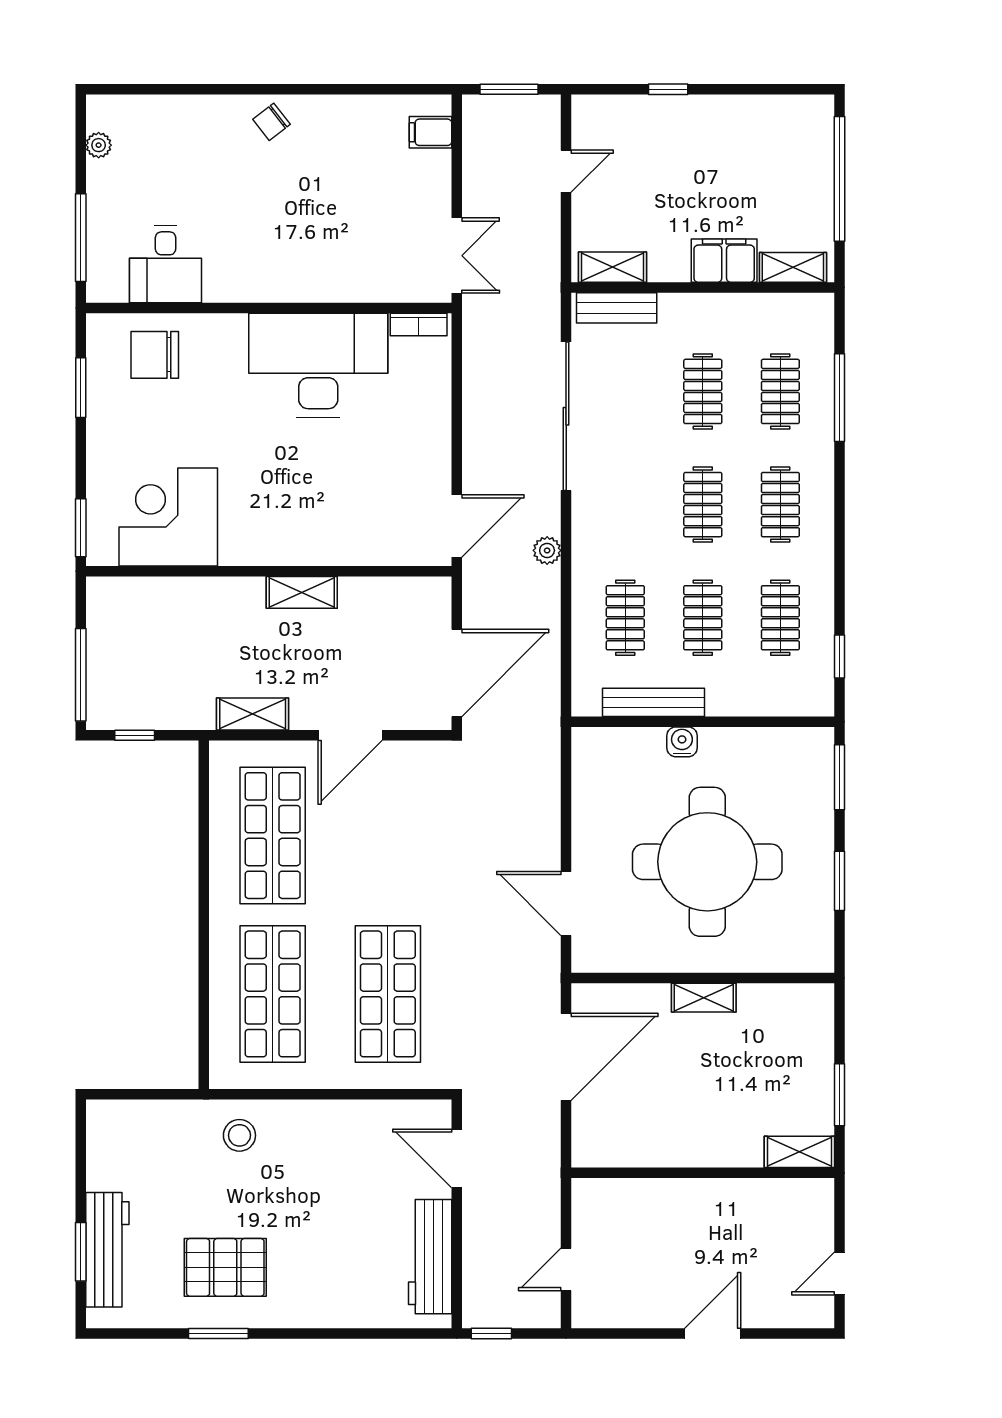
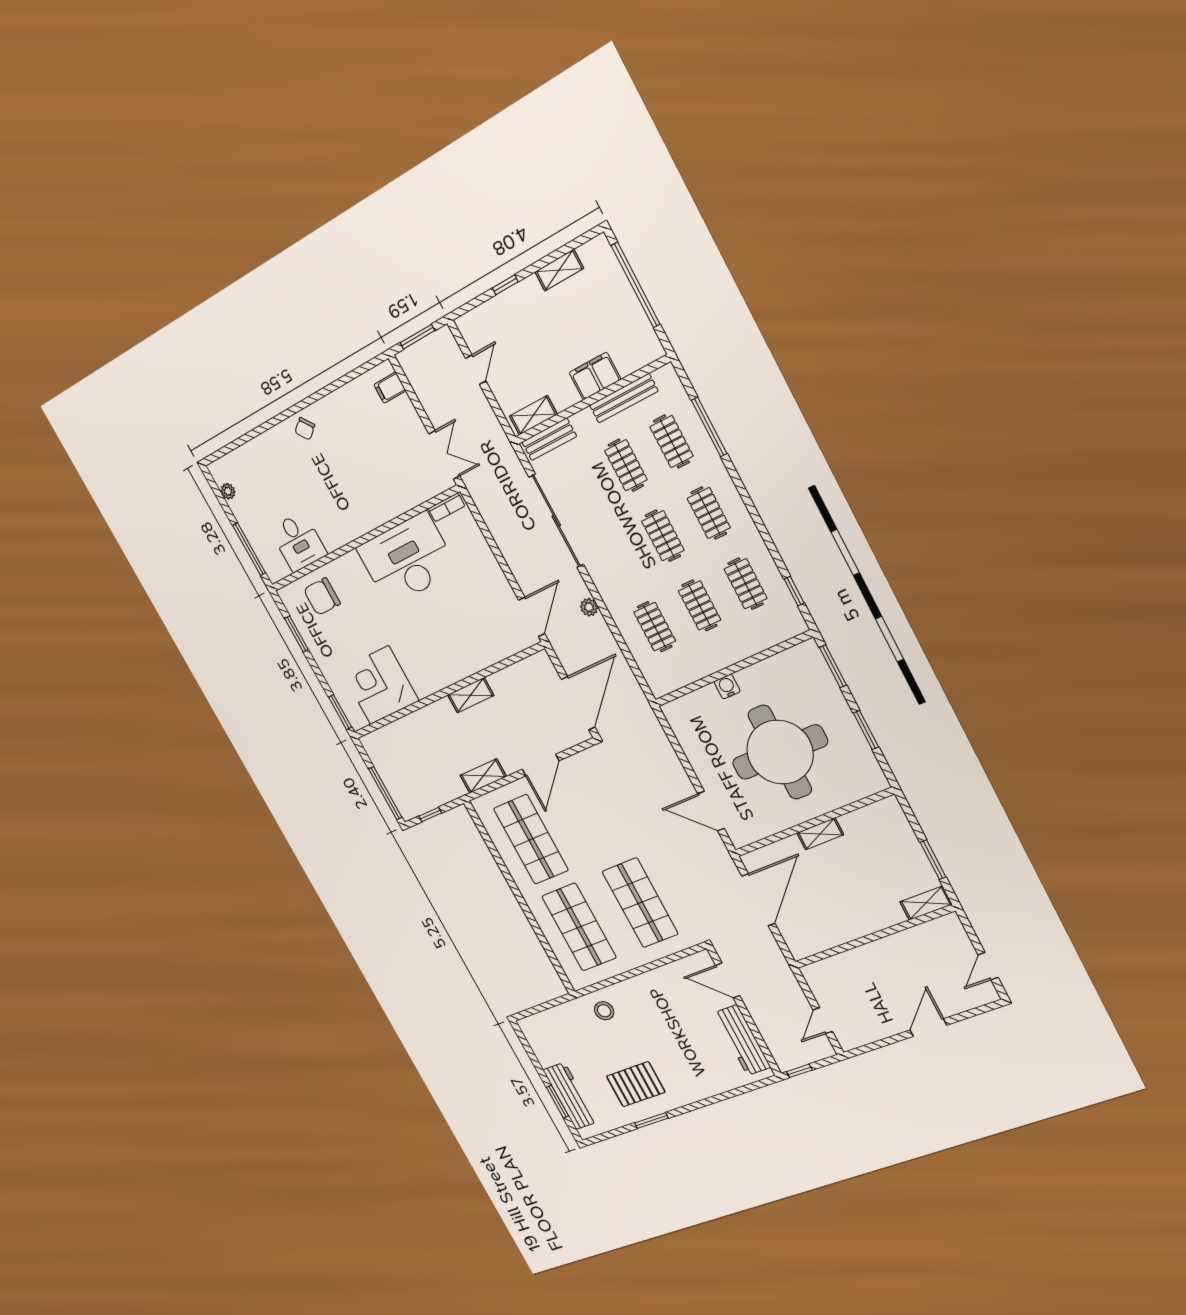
shelving: (793, 267) -> (559, 270), moved
bench: (654, 702) -> (624, 398), moved

